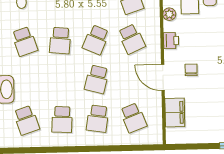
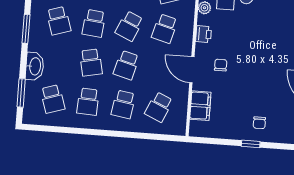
school desk: (132, 39) -> (165, 29), turned 39
school desk: (61, 80) -> (91, 62), added
school desk: (133, 118) -> (159, 107), turned 45

